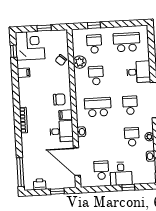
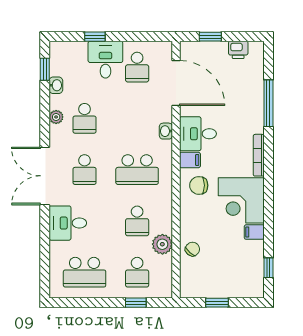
corner desk: (30, 46) -> (241, 200), moved
window: (20, 172) -> (268, 103), moved

